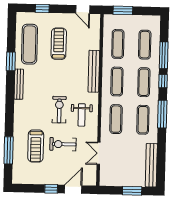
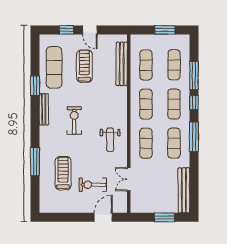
door: (83, 9) -> (90, 30), moved
window: (123, 10) -> (165, 30), moved
bench: (94, 71) -> (122, 64), moved
exercise bike: (59, 110) -> (74, 120), moved
exercise bike: (63, 144) -> (93, 185), moved
treadmill: (36, 146) -> (63, 173), turned 180
window: (9, 150) -> (35, 161), moved
window: (51, 189) -> (80, 217), removed

